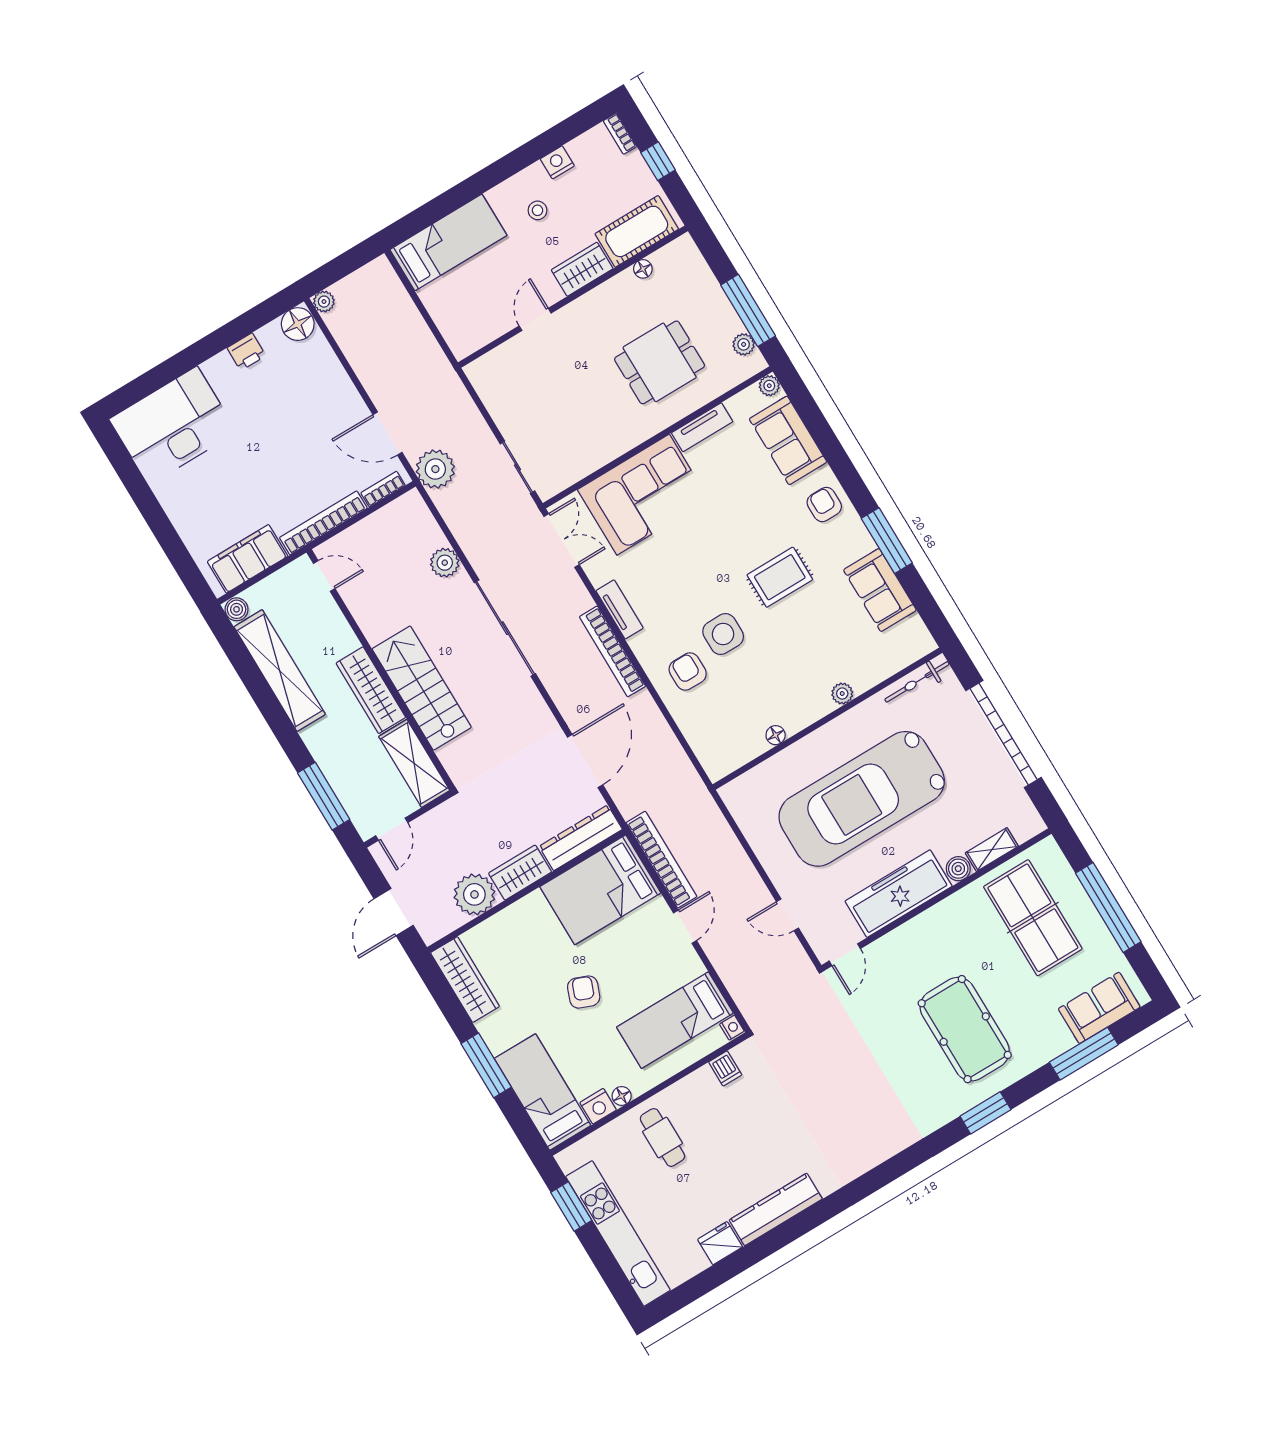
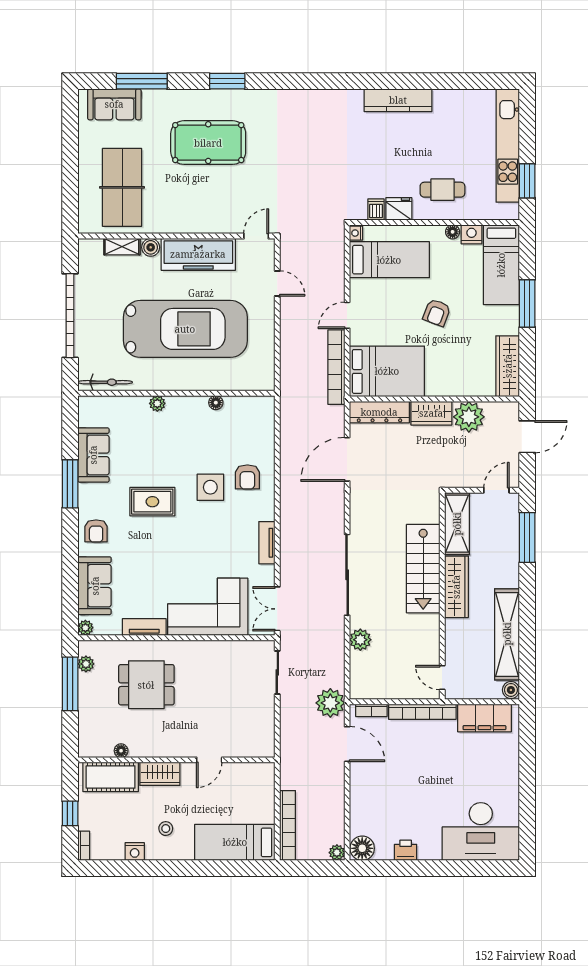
bookcase: (612, 651) -> (288, 825), moved
window: (1108, 907) -> (70, 165), removed
pool table: (965, 1029) -> (208, 143), turned 90
cafe table: (662, 1137) -> (442, 190), turned 90
fridge: (720, 1243) -> (399, 209), moved, turned 180

